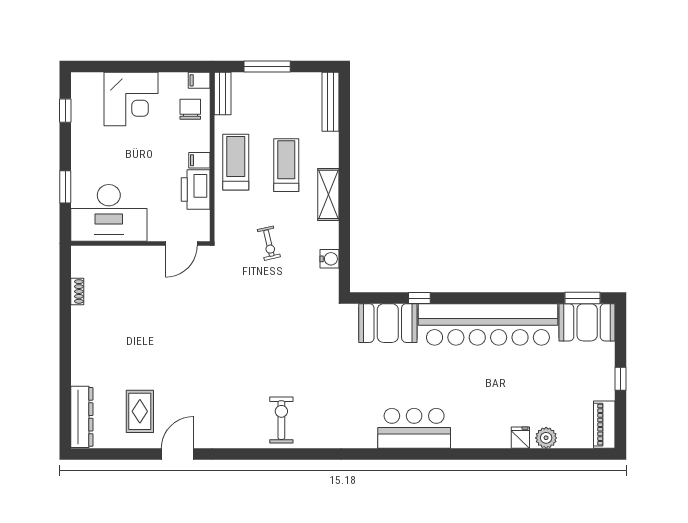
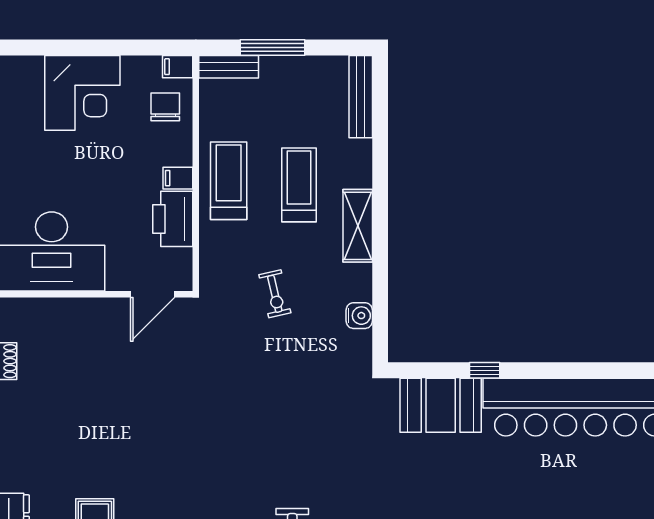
bench: (223, 94) -> (229, 67), moved, turned 90

